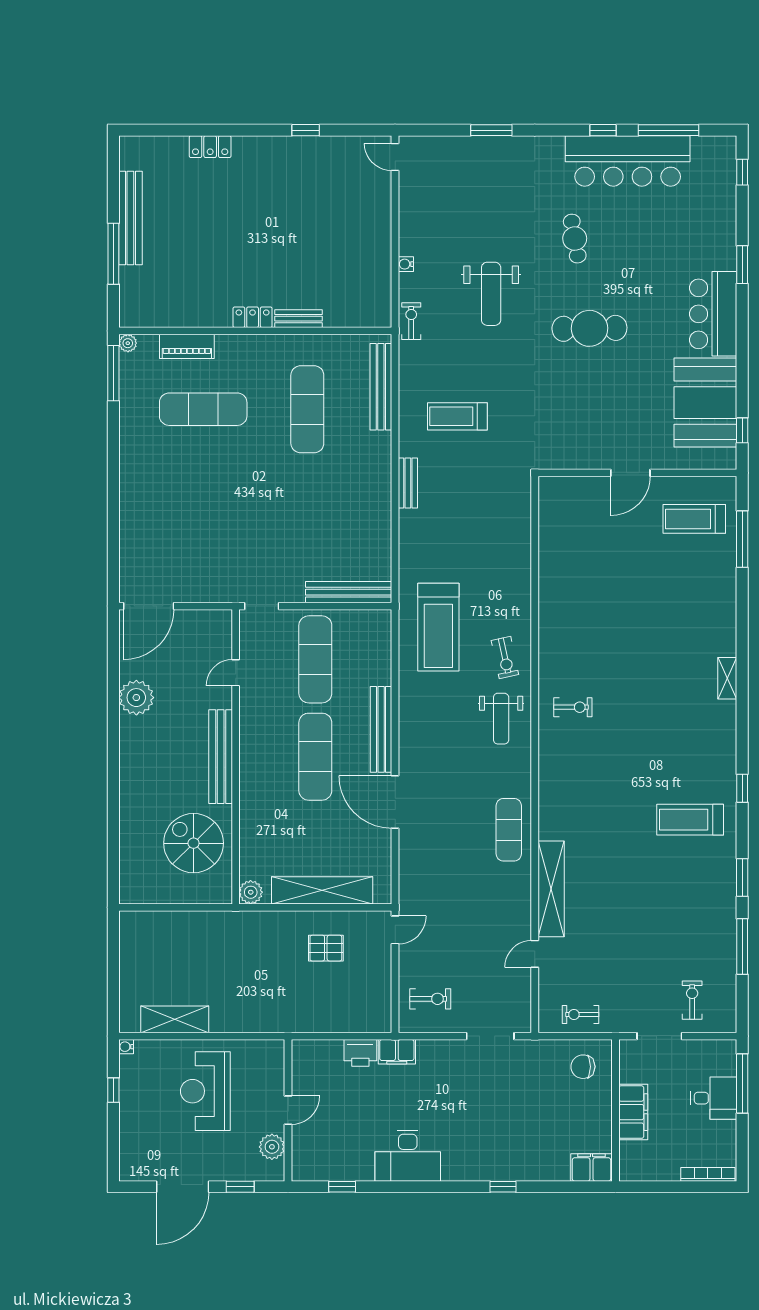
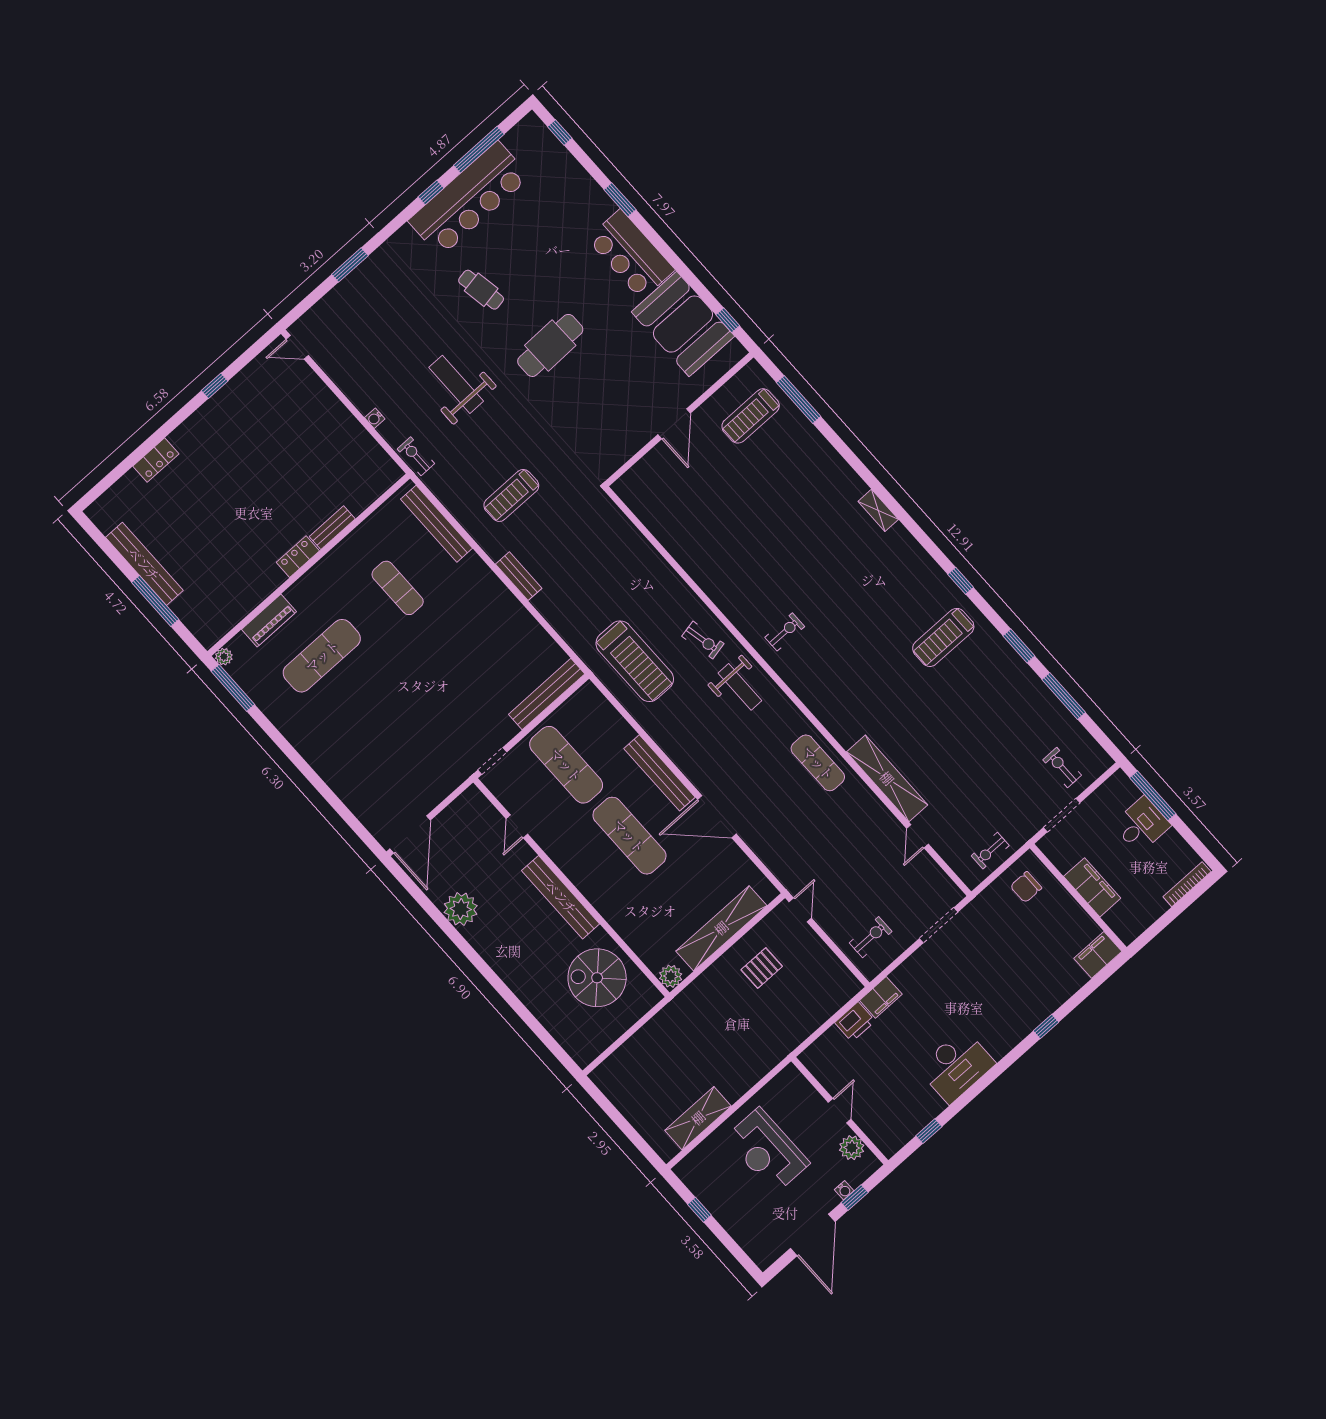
weight bench: (491, 294) -> (456, 384), turned 180
exercise mat: (307, 409) -> (398, 588), width x0.73, depth x0.69
water cooler: (126, 1047) -> (844, 1190), moved, turned -90

